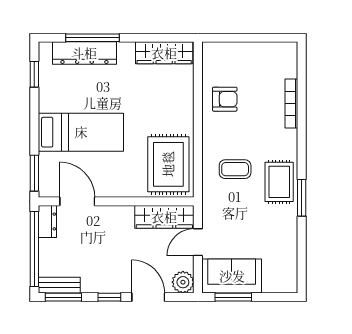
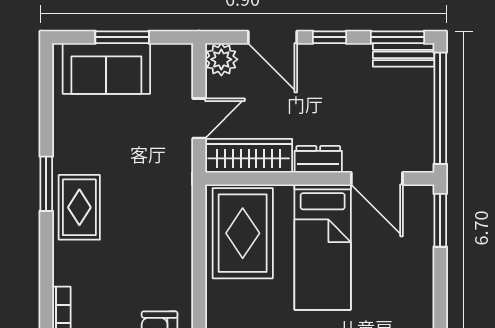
bed: (81, 132) -> (323, 247), moved, turned -90
coffee table: (235, 169) -> (144, 226), removed
dresser: (47, 221) -> (318, 159), moved, turned 90
sofa: (232, 276) -> (106, 68), moved
window: (233, 297) -> (122, 37), moved

